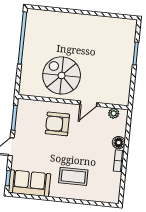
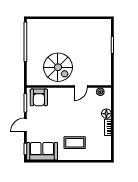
spiral stairs: (62, 75) -> (58, 67), turned 180
armchair: (57, 124) -> (39, 97), moved, turned -90

